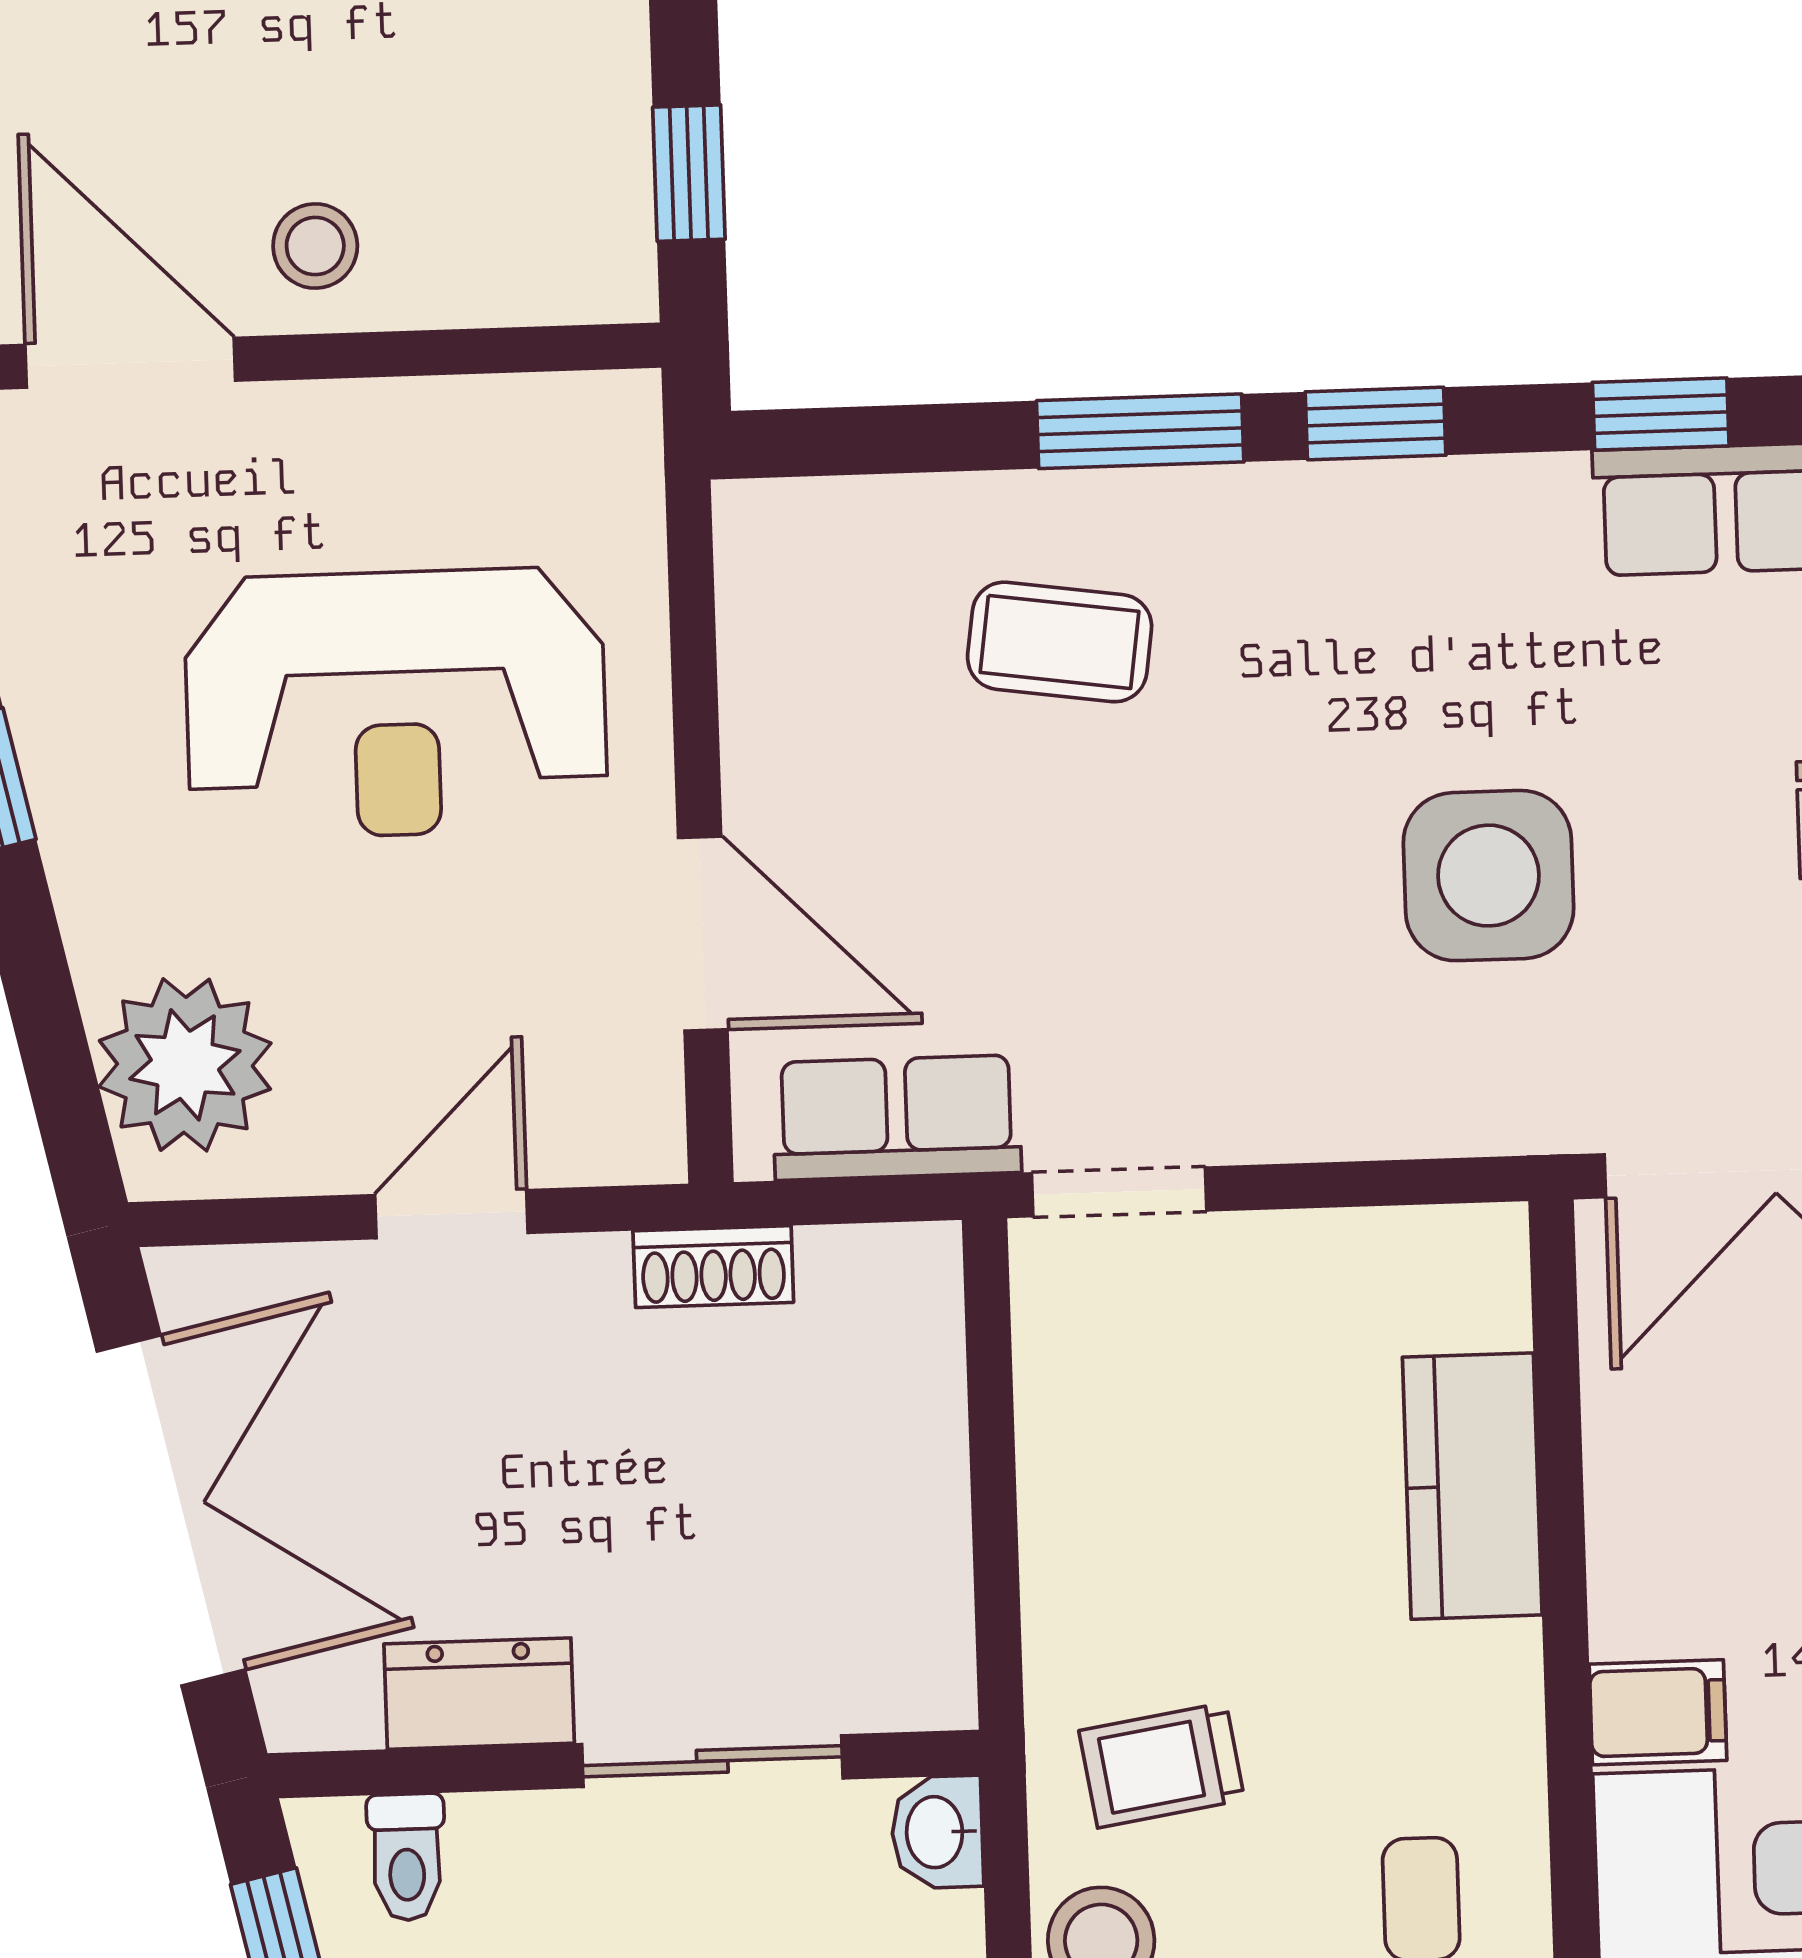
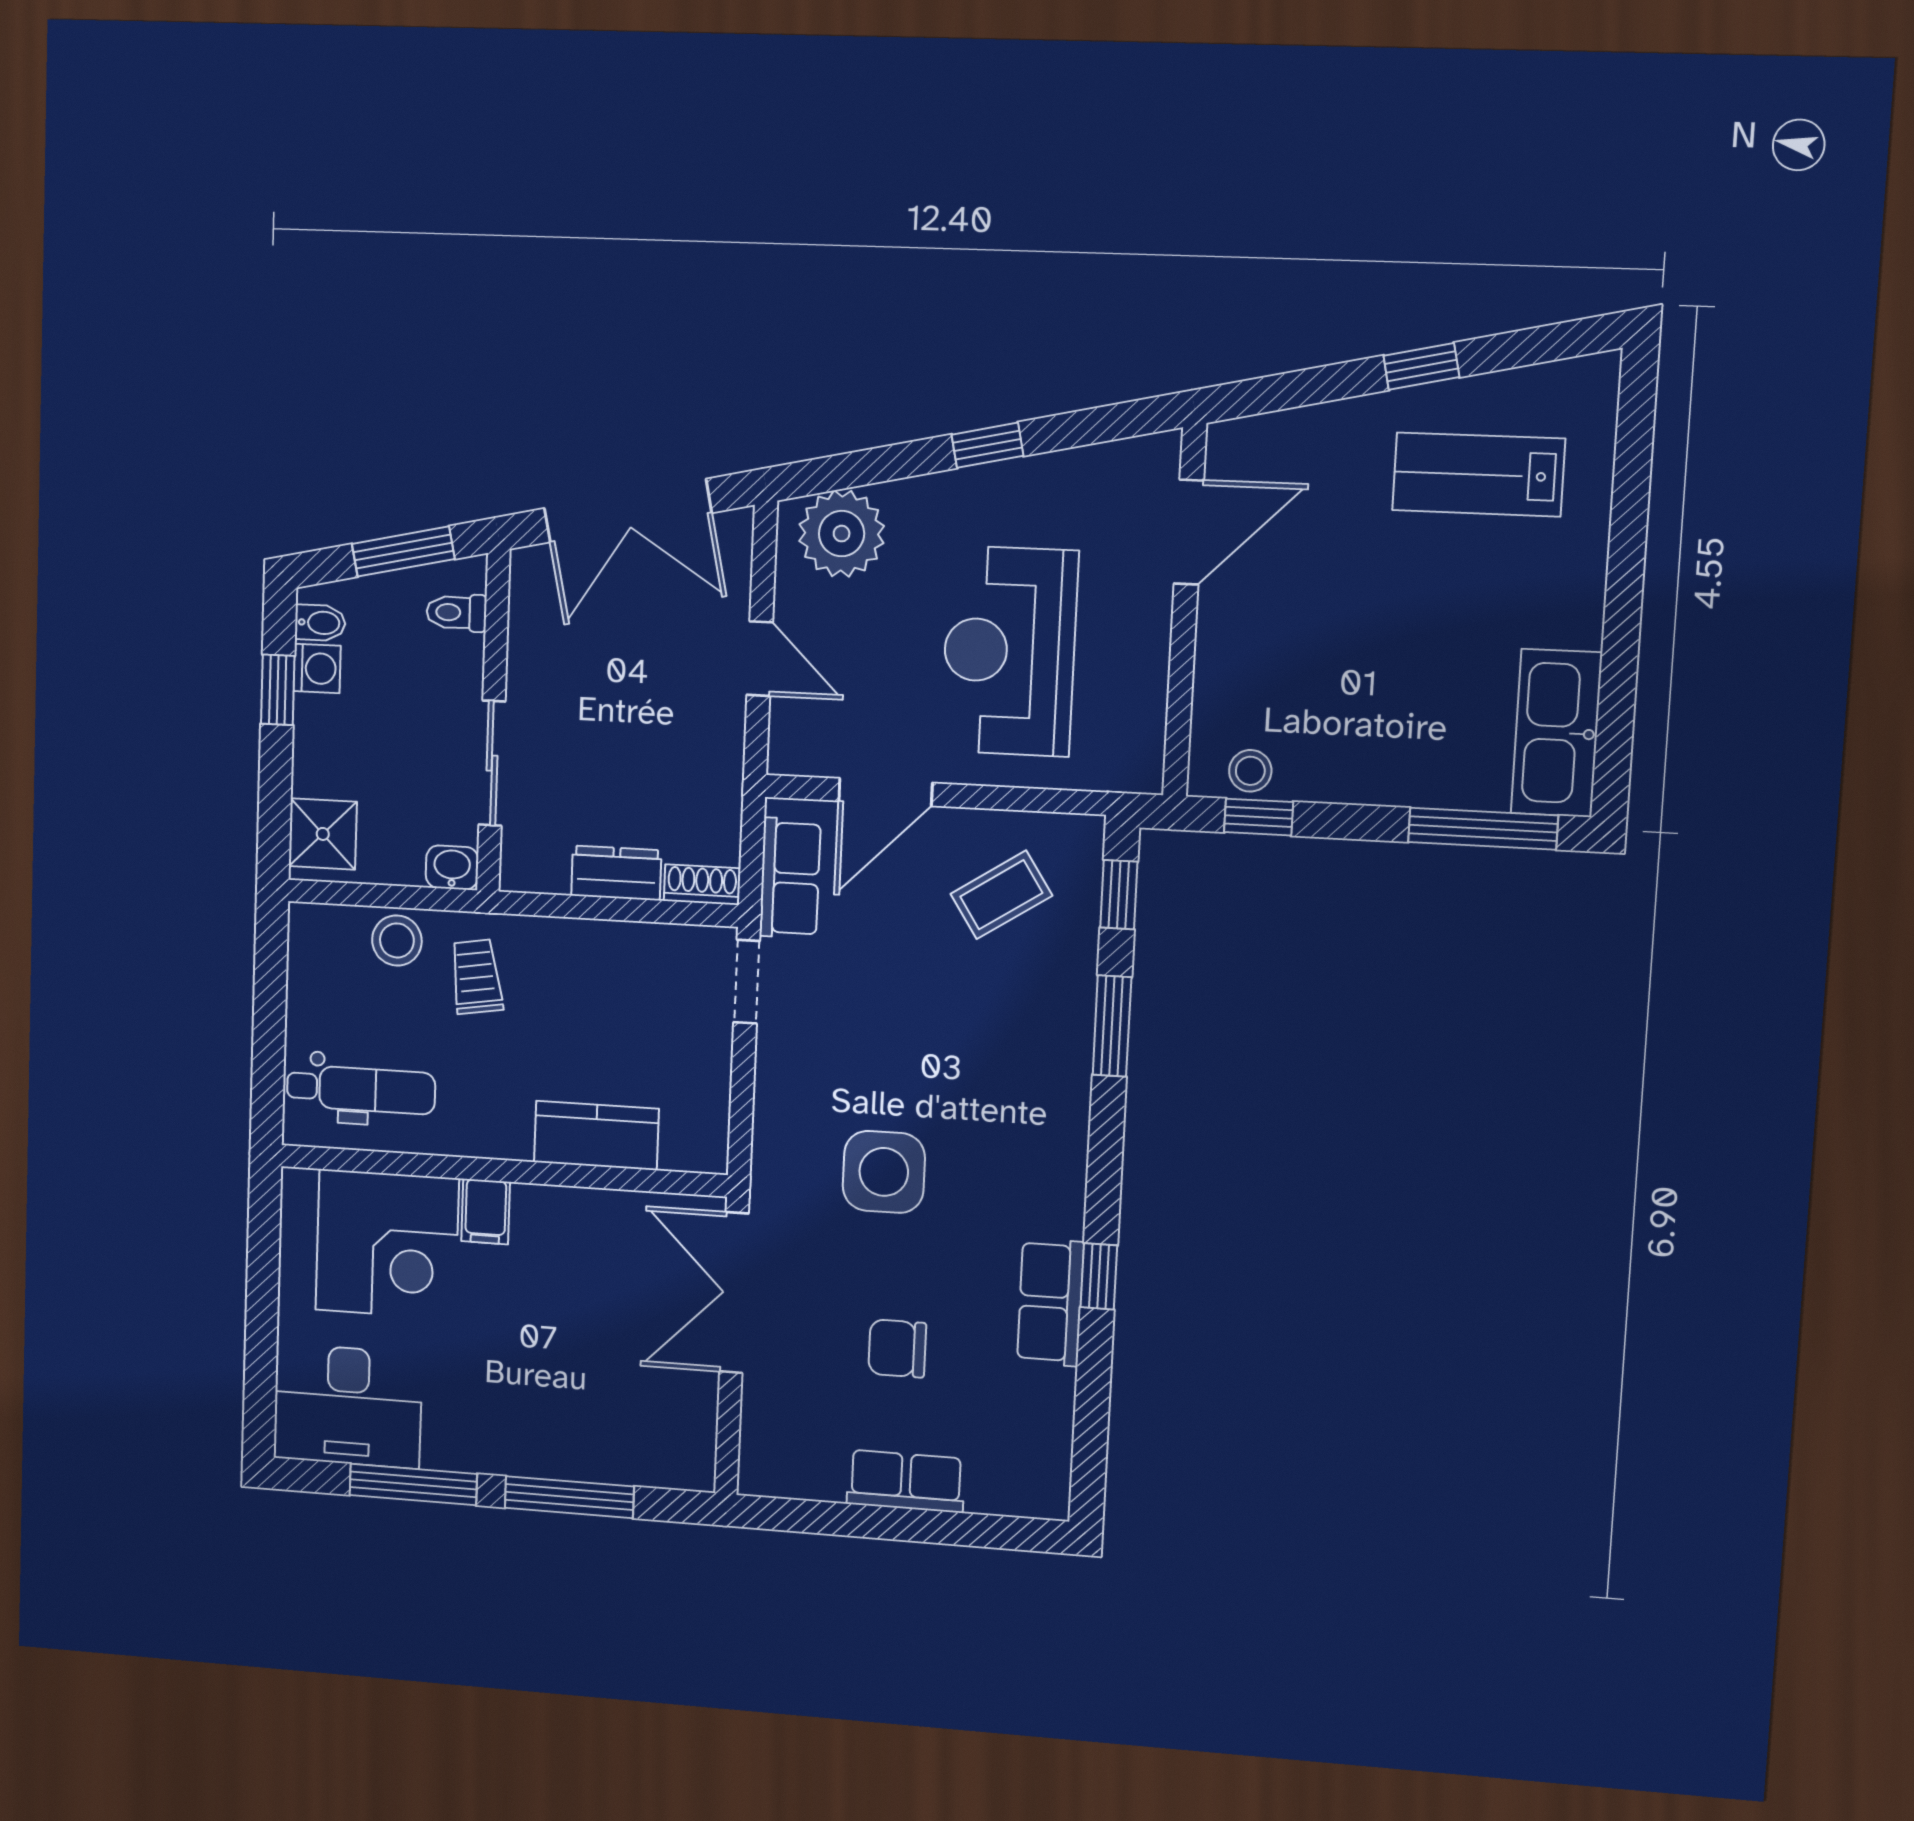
stool: (315, 246) -> (1250, 771), moved
window: (1376, 423) -> (1119, 895), moved
coffee table: (1060, 642) -> (1001, 895), moved, turned 49
shoe rack: (713, 1267) -> (702, 885), moved, turned 90
dresser: (479, 1694) -> (616, 873), moved, turned -90

